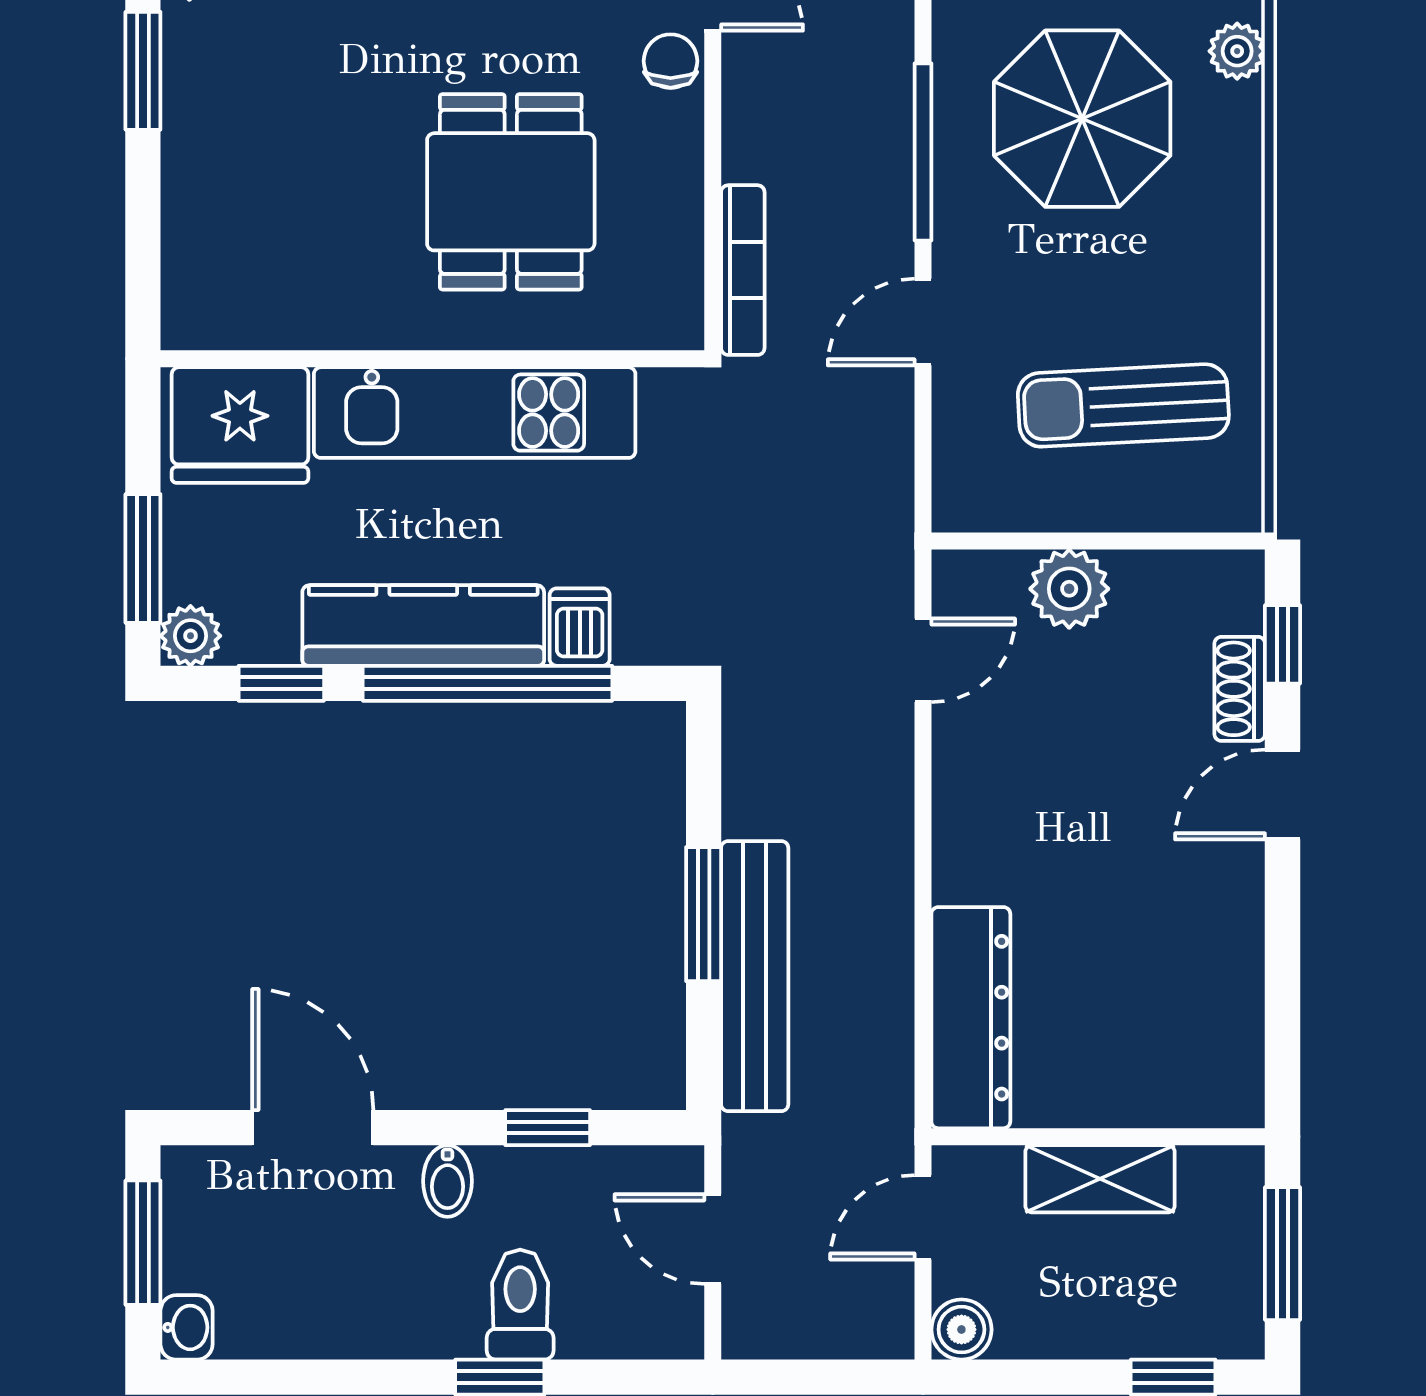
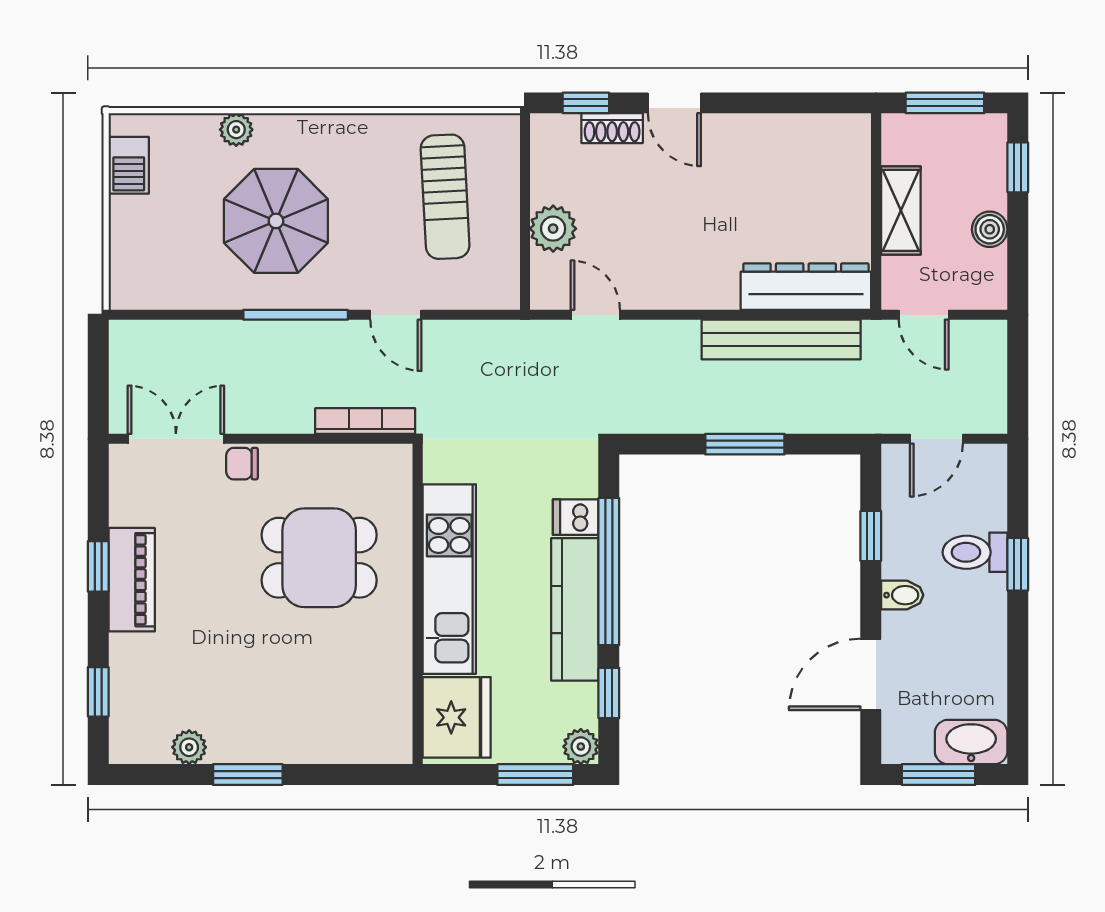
bench: (755, 976) -> (781, 340), moved
washbasin: (187, 1327) -> (971, 742), width x1.91, depth x1.45
boiler: (961, 1330) -> (990, 229), moved

